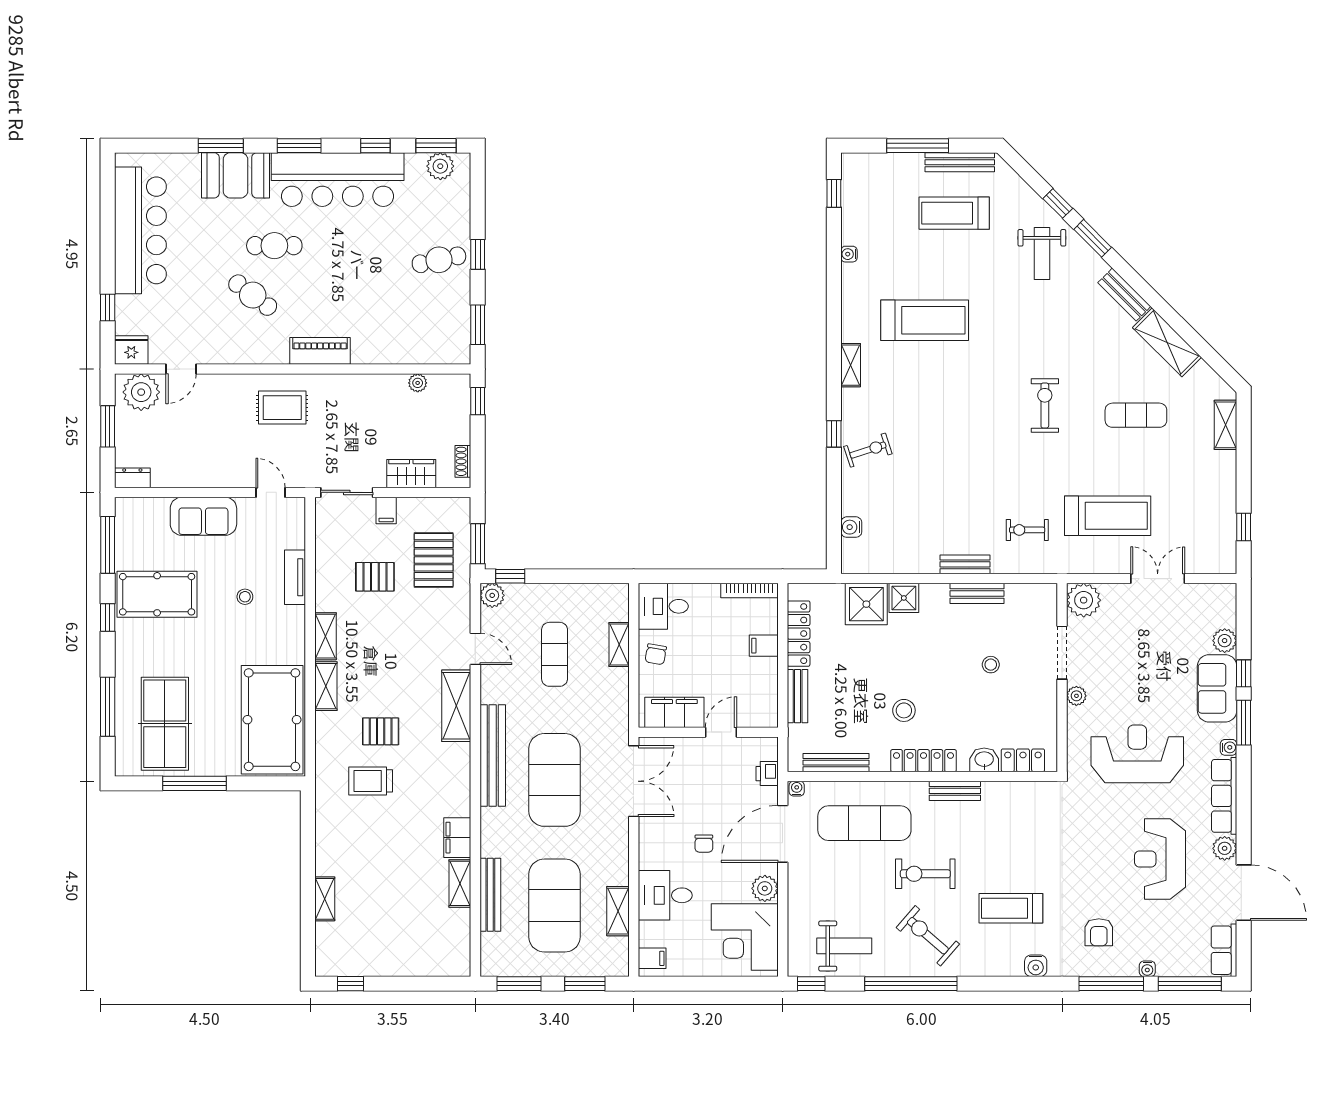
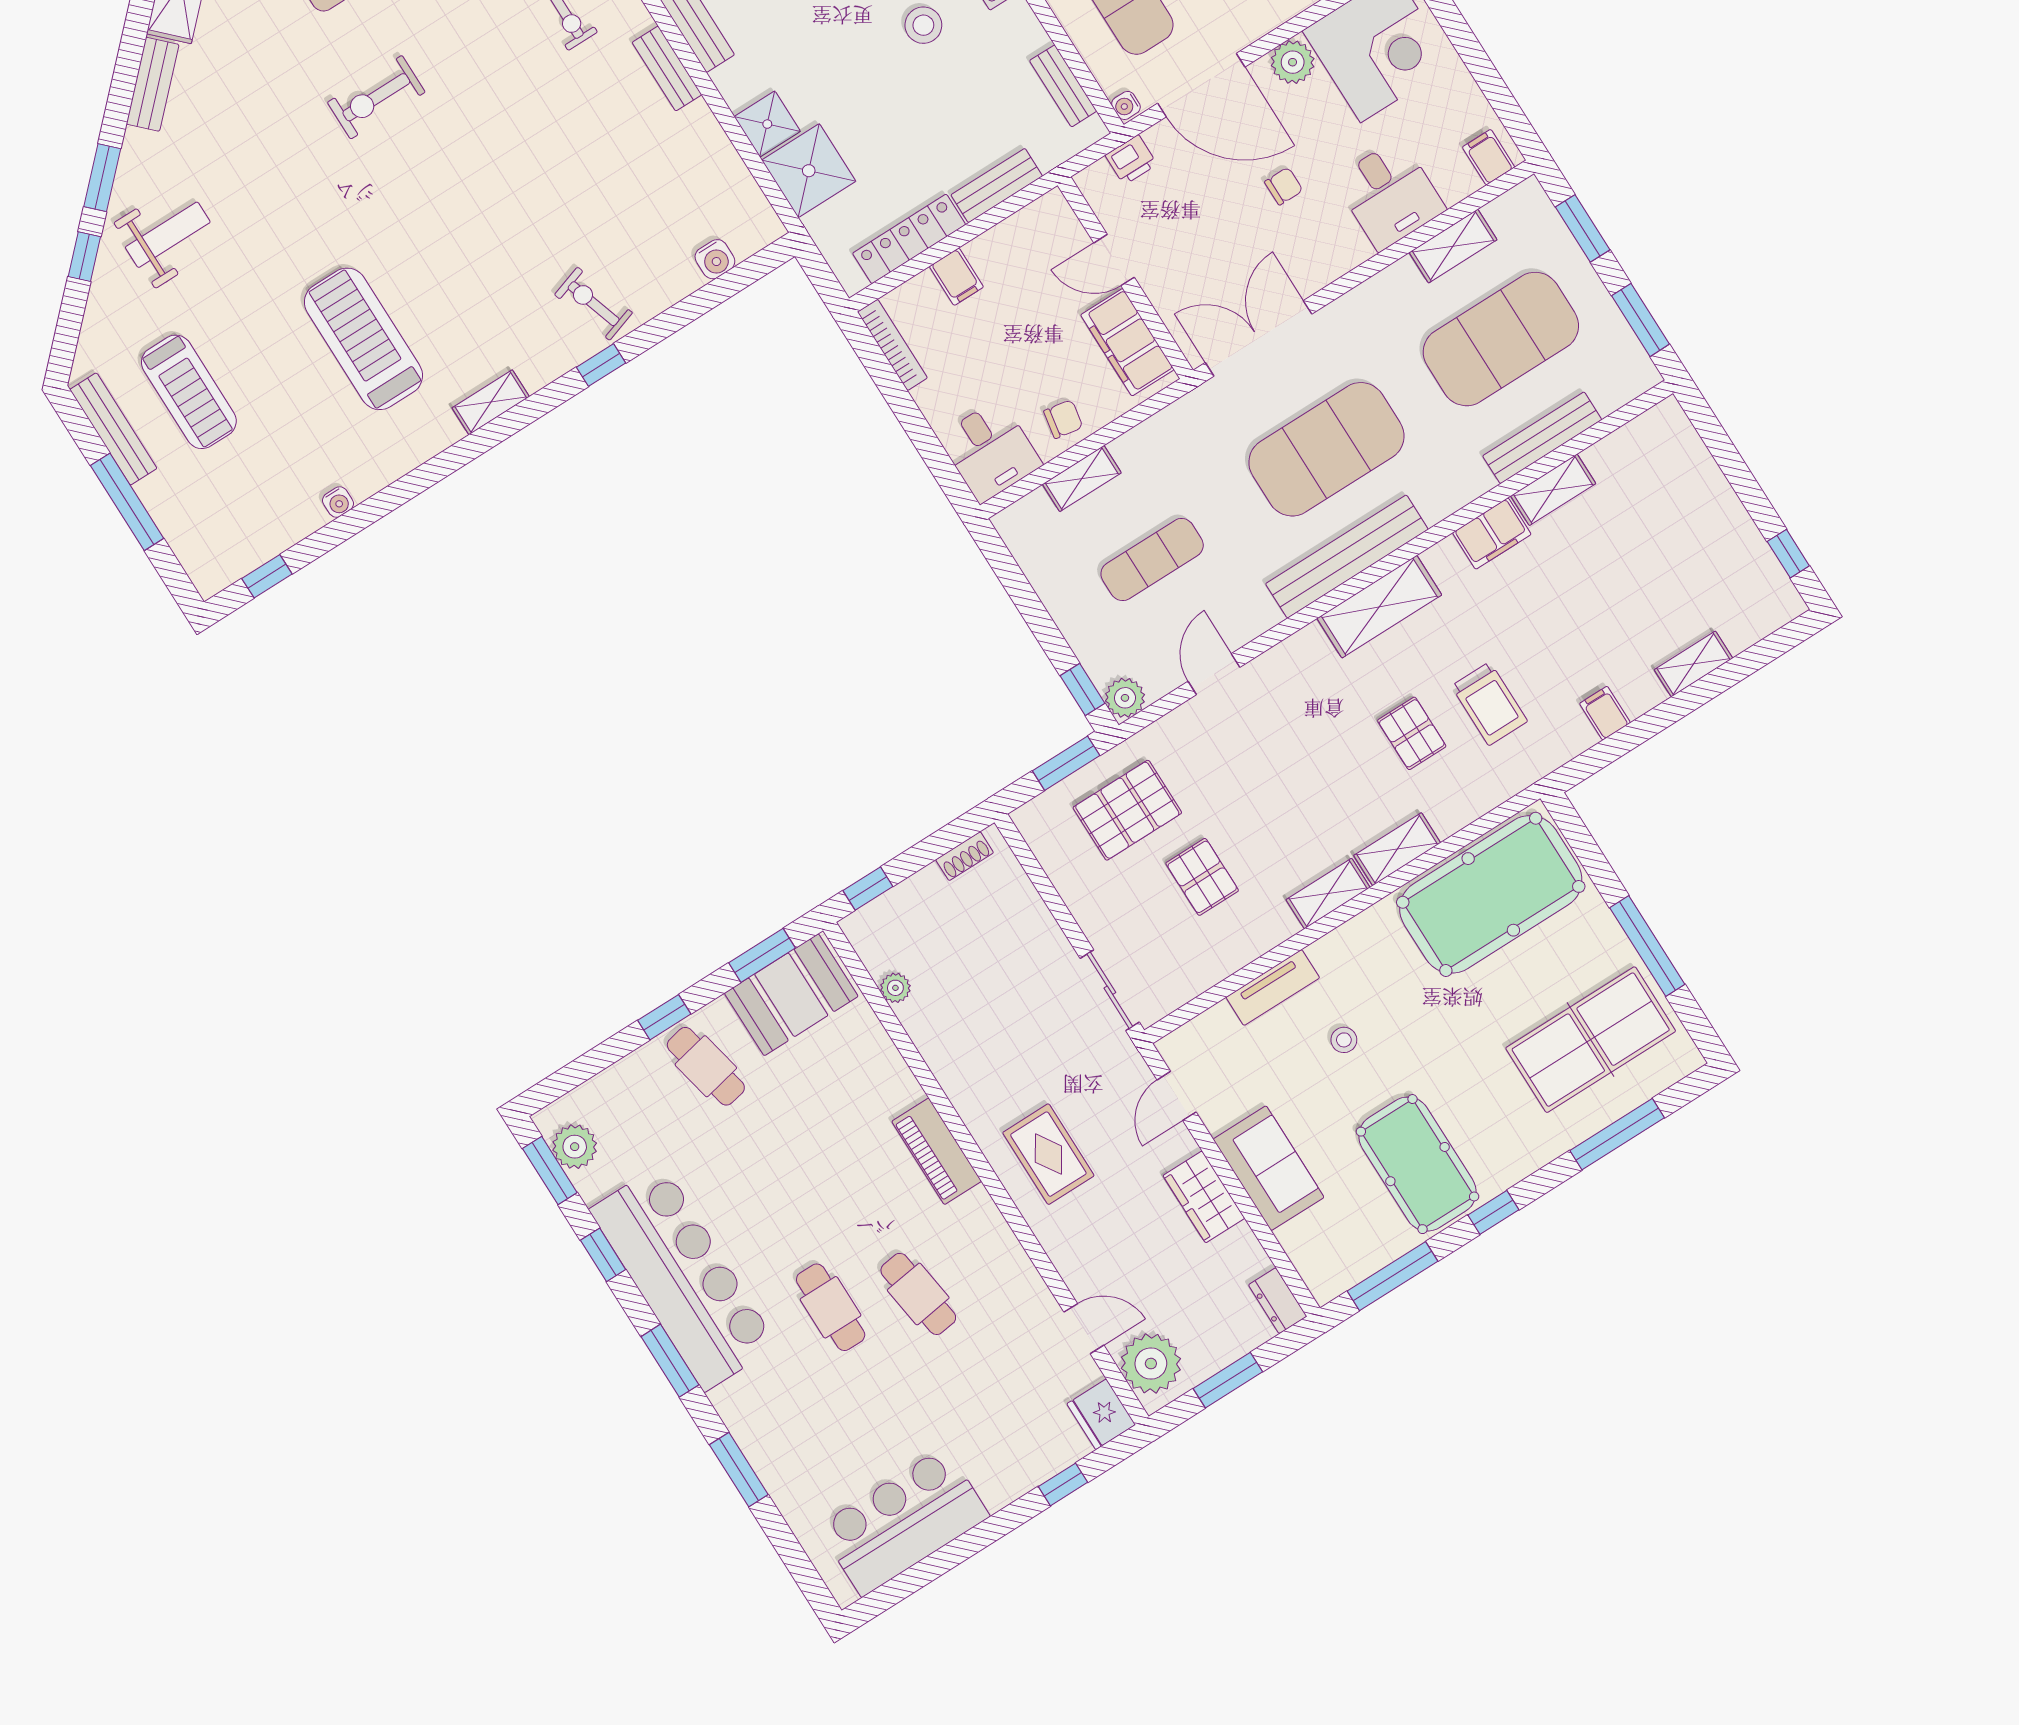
booth: (235, 175) -> (791, 995), moved, turned 90
bar counter: (140, 230) -> (904, 1521), width x0.73
cafe table: (253, 295) -> (918, 1294), turned -45
wardrobe: (411, 474) -> (1204, 1197), moved
filing cabinet: (386, 511) -> (1605, 713), moved, turned -90
shelving: (456, 706) -> (1379, 607), moved
bench: (836, 763) -> (1063, 86), width x0.73

